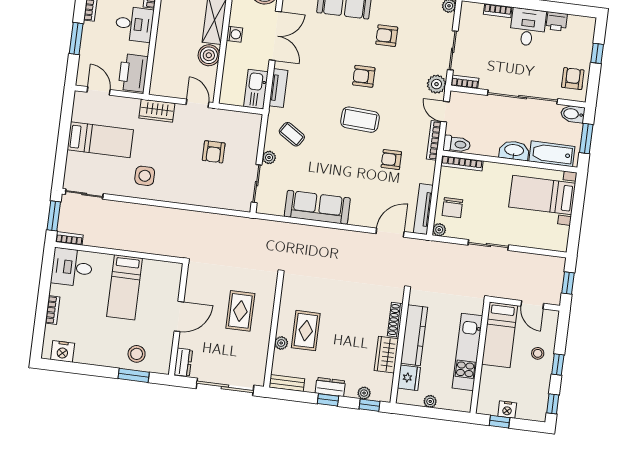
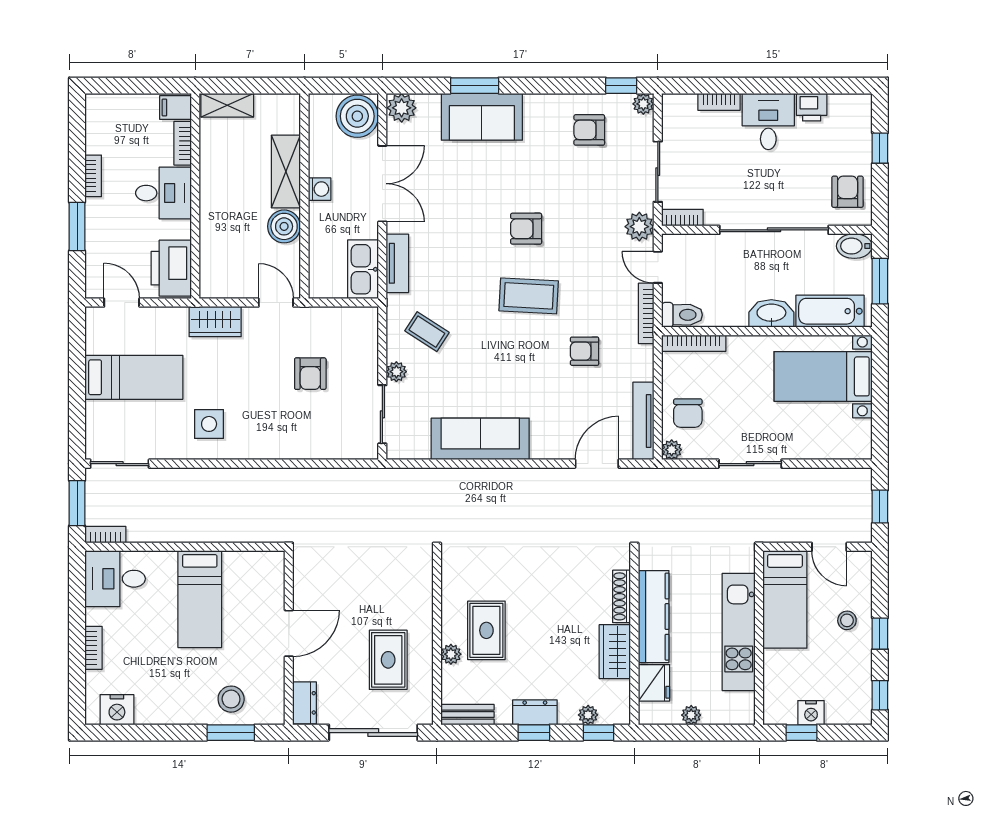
armchair: (387, 36) -> (589, 130), moved
rug: (240, 311) -> (388, 660), moved

